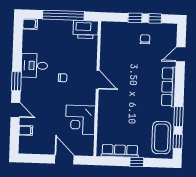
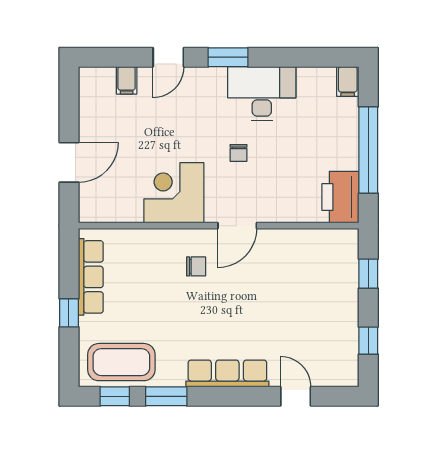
window: (135, 18) -> (368, 274), moved
chair: (145, 39) -> (196, 266), moved
desk: (34, 66) -> (262, 93), width x1.37
corner desk: (80, 120) -> (174, 193), moved

